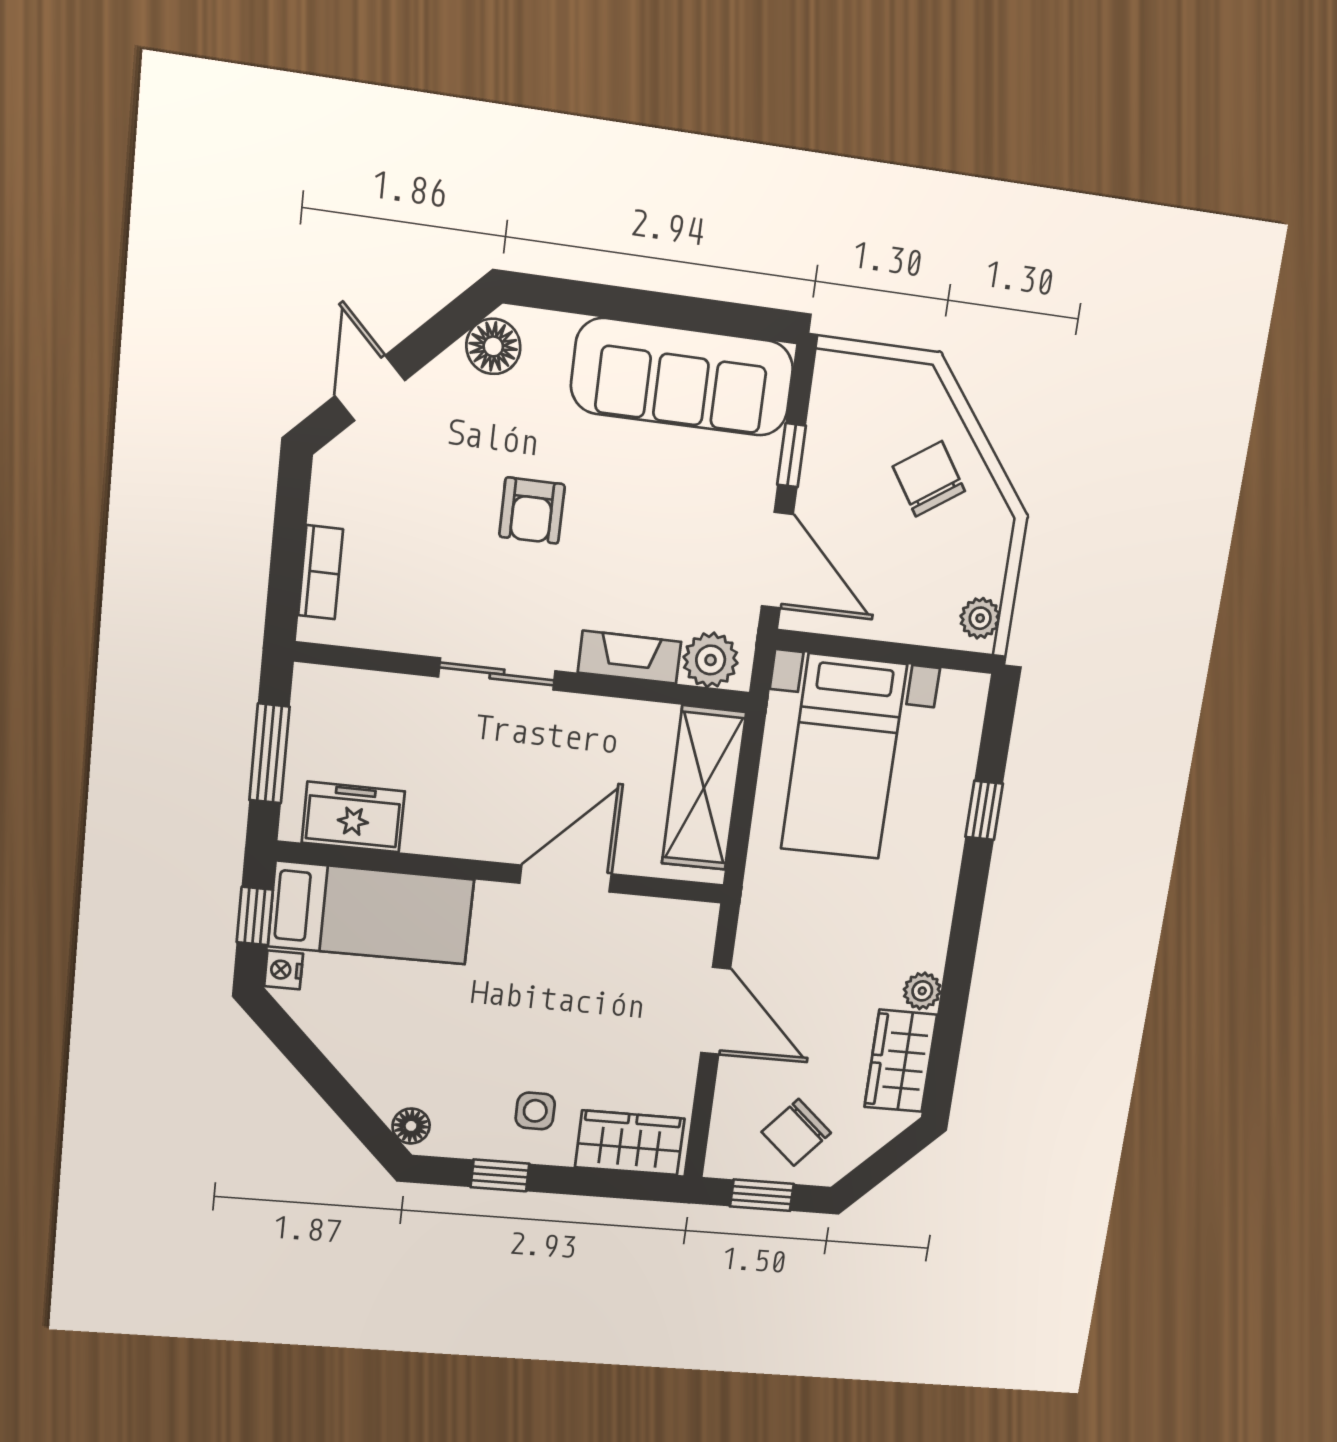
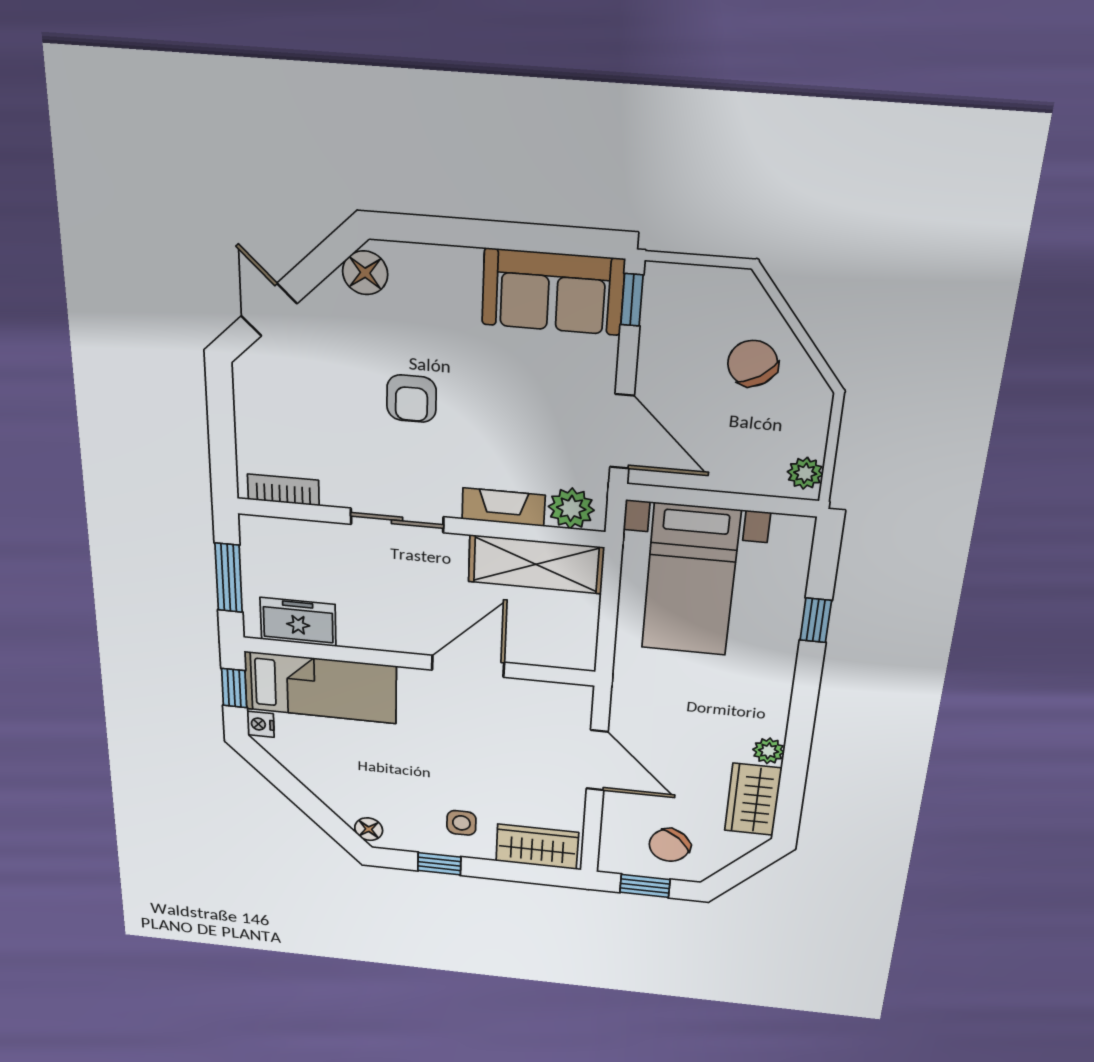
sofa: (682, 377) -> (553, 292), width x0.73
window: (792, 455) -> (632, 300), moved
bookcase: (321, 572) -> (283, 490), moved, turned -90
shelving: (704, 788) -> (536, 564), moved, turned 90

